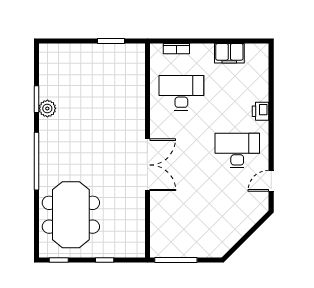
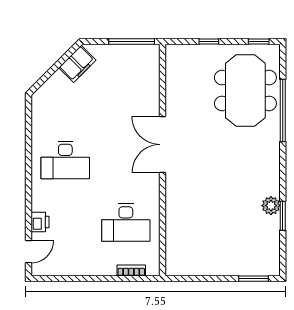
window: (111, 41) -> (254, 279), moved
filing cabinet: (229, 53) -> (77, 64), moved, turned 135
printer: (261, 111) -> (40, 222), moved
window: (36, 161) -> (283, 111), moved
door: (271, 181) -> (29, 252), moved

